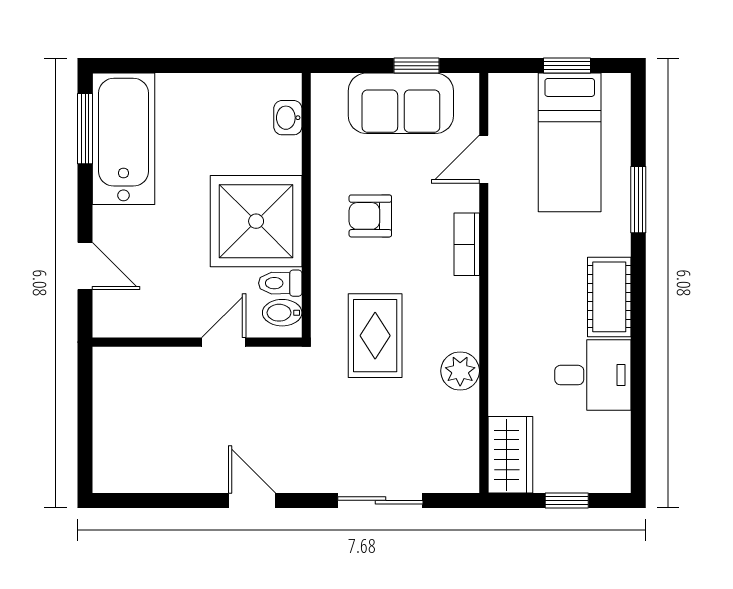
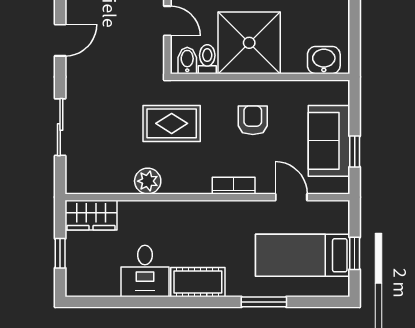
washbasin: (288, 118) -> (324, 60), width x1.38, depth x1.45

